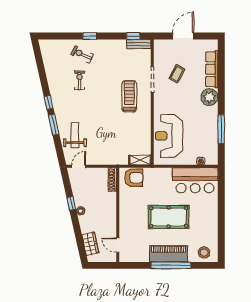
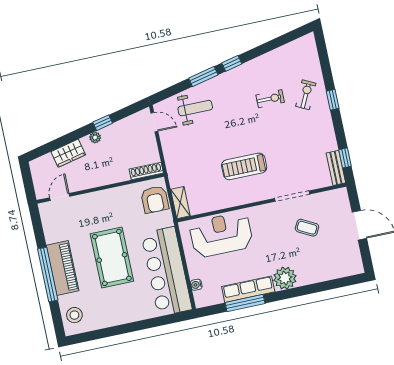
row of seats: (212, 69) -> (248, 289), moved
treadmill: (129, 96) -> (244, 166), moved, turned 180
bar counter: (195, 180) -> (166, 271), width x1.36
wardrobe: (90, 244) -> (68, 153), moved

